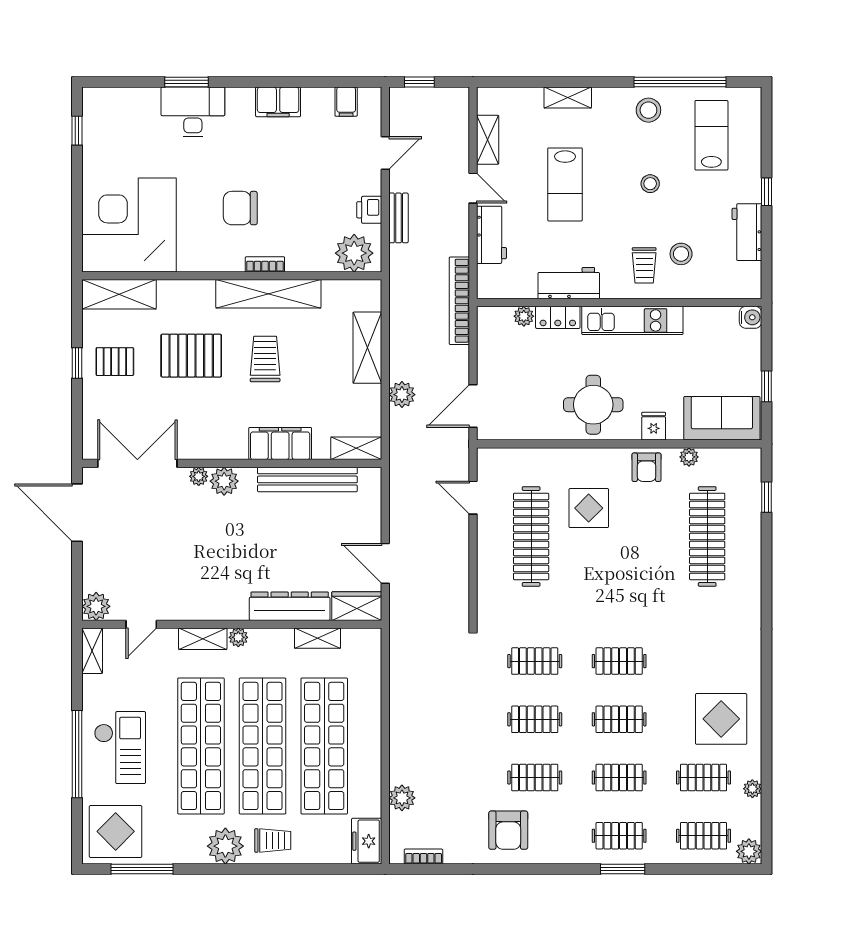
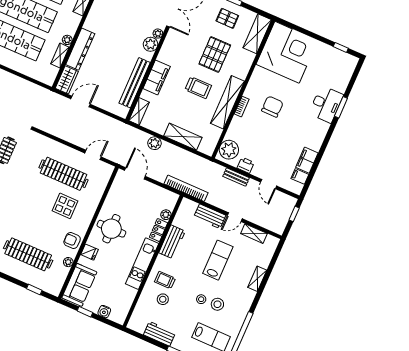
filing cabinet: (278, 102) -> (307, 160), moved
stool: (648, 110) -> (217, 304), moved
lab bench: (565, 184) -> (218, 260), turned 90
water cooler: (751, 317) -> (104, 312), moved
pallet: (115, 362) -> (227, 18), turned 90
plant: (238, 637) -> (67, 40), moved

